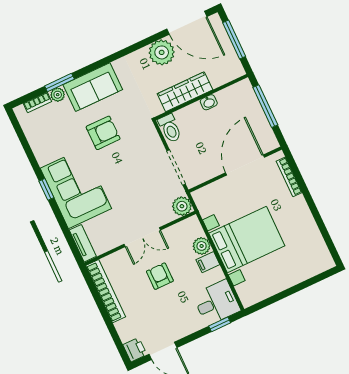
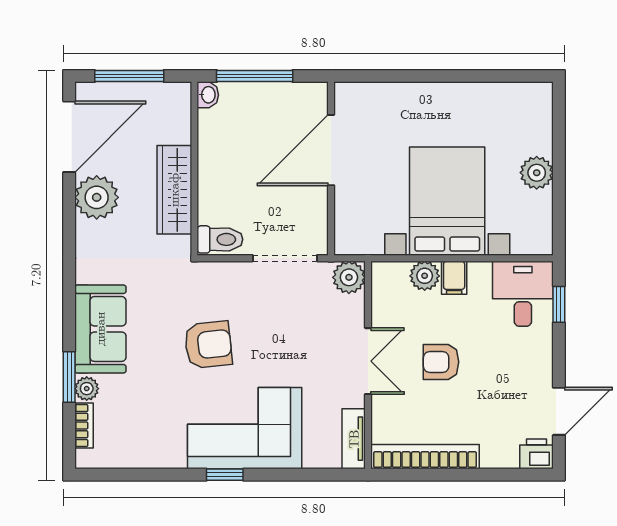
washbasin: (209, 102) -> (208, 95), moved
armchair: (103, 133) -> (208, 345), moved, turned 84
door: (245, 165) -> (331, 150), hinge flipped
bookcase: (289, 177) -> (381, 90), removed
tv unit: (83, 243) -> (354, 439), moved, turned -90
plant: (284, 280) -> (537, 173), added

